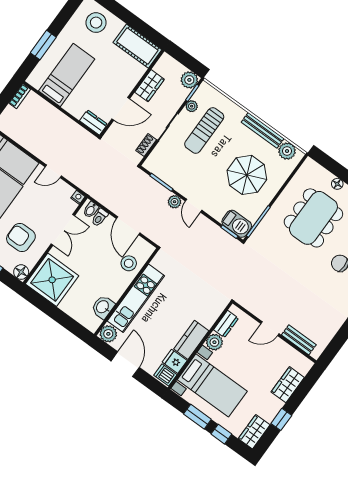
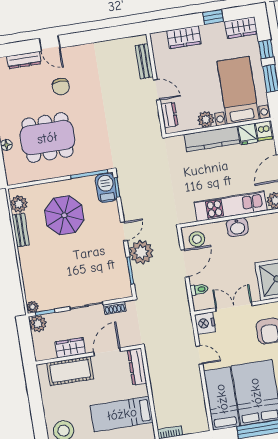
cot: (137, 46) -> (70, 371), moved, turned 90
plant: (192, 106) -> (33, 307), moved
door: (121, 109) -> (107, 352), hinge flipped
dresser: (94, 122) -> (137, 367), width x1.44
sun lounger: (204, 130) -> (63, 277), removed
bench: (263, 130) -> (21, 230), width x0.73
nightstand: (78, 197) -> (205, 323), width x1.89, depth x1.79
plant: (175, 202) -> (141, 252), width x1.88, depth x1.88
bidet: (91, 210) -> (200, 301), removed
stool: (129, 263) -> (197, 239), moved
washbasin: (103, 307) -> (237, 227), moved
dresser: (226, 324) -> (169, 115), moved, turned 90
kitchen counter: (191, 340) -> (212, 139), width x1.50

